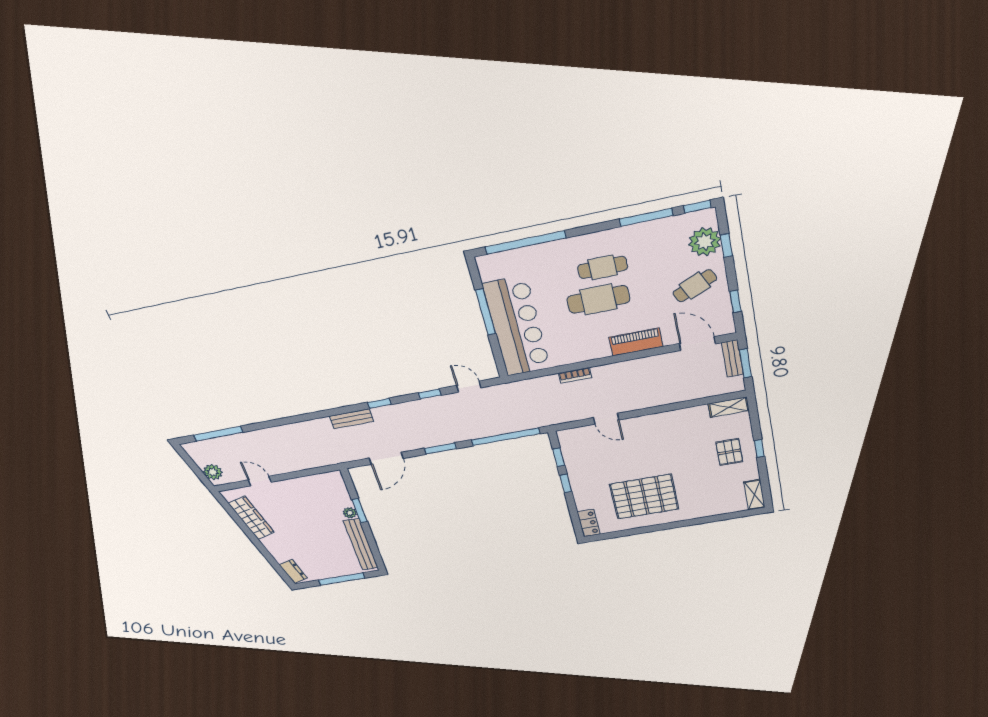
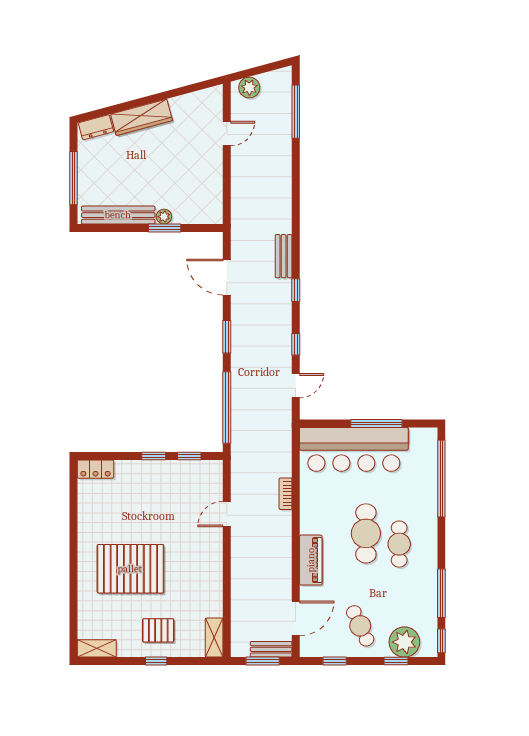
pallet: (644, 497) -> (130, 569), moved, turned 90
wardrobe: (251, 518) -> (142, 117), moved

